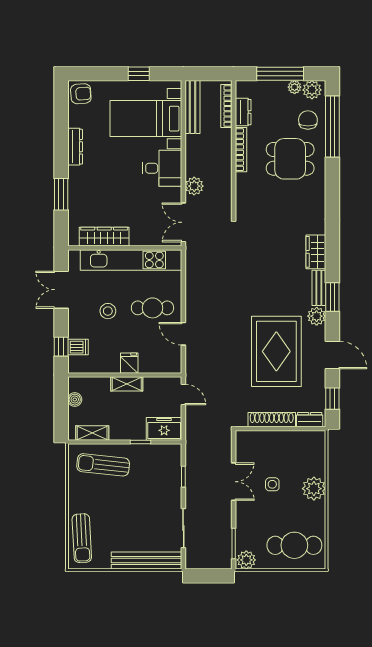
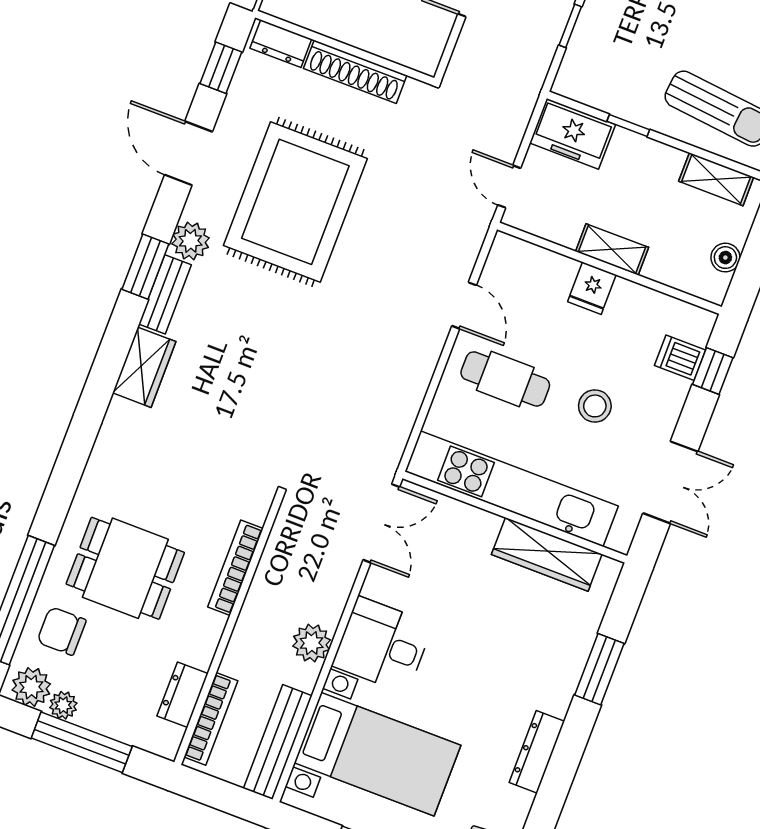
chair: (308, 120) -> (62, 631), turned 90
bookcase: (241, 150) -> (236, 568), moved
plant: (194, 186) -> (312, 643), moved

